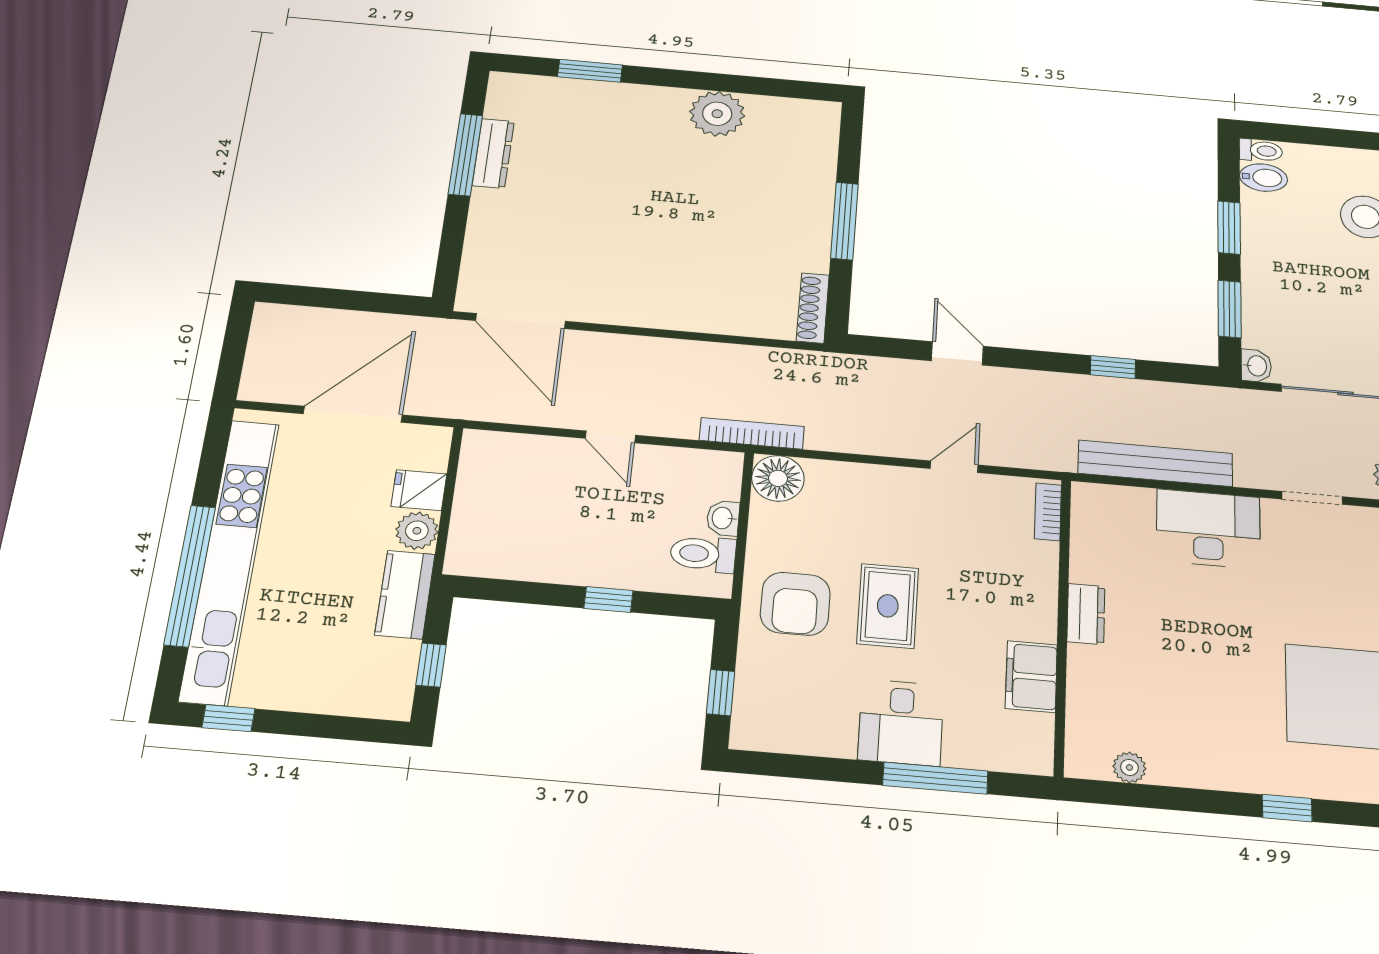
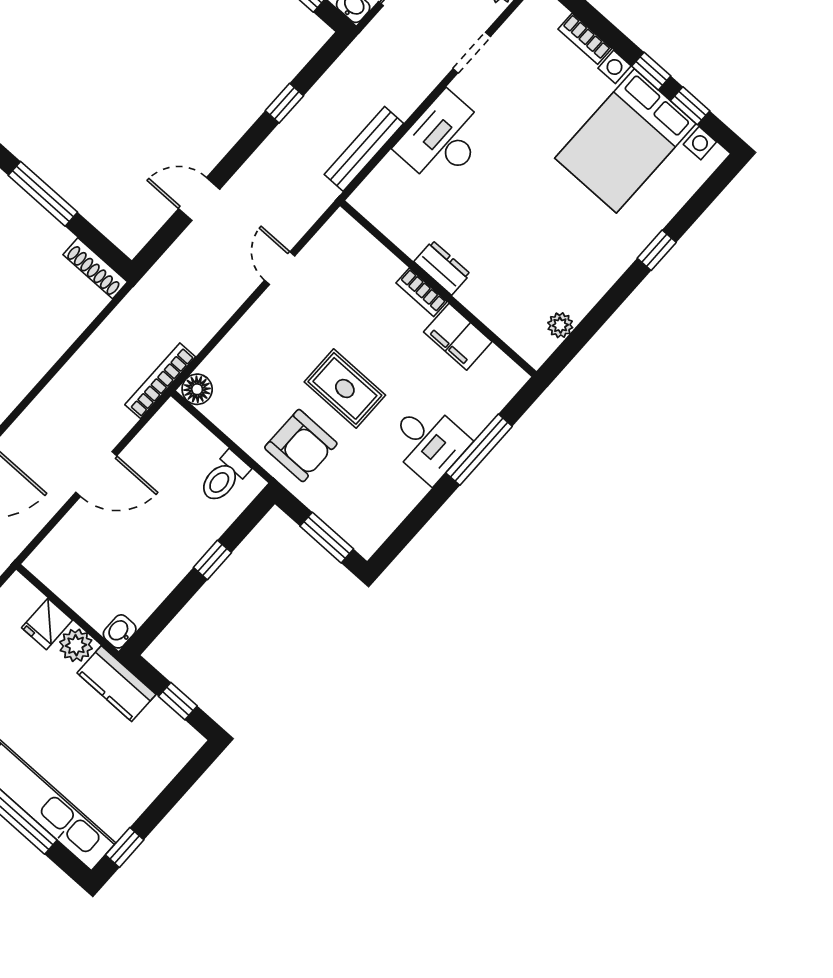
door: (610, 437) -> (96, 474), width x1.38
bench: (1155, 463) -> (364, 149), width x0.73, depth x0.82
floor lamp: (778, 478) -> (197, 389), width x0.73, depth x0.73
bookcase: (1048, 512) -> (422, 292), moved
washbasin: (723, 518) -> (120, 631), moved, turned 90
window: (721, 693) -> (327, 538), width x1.50

